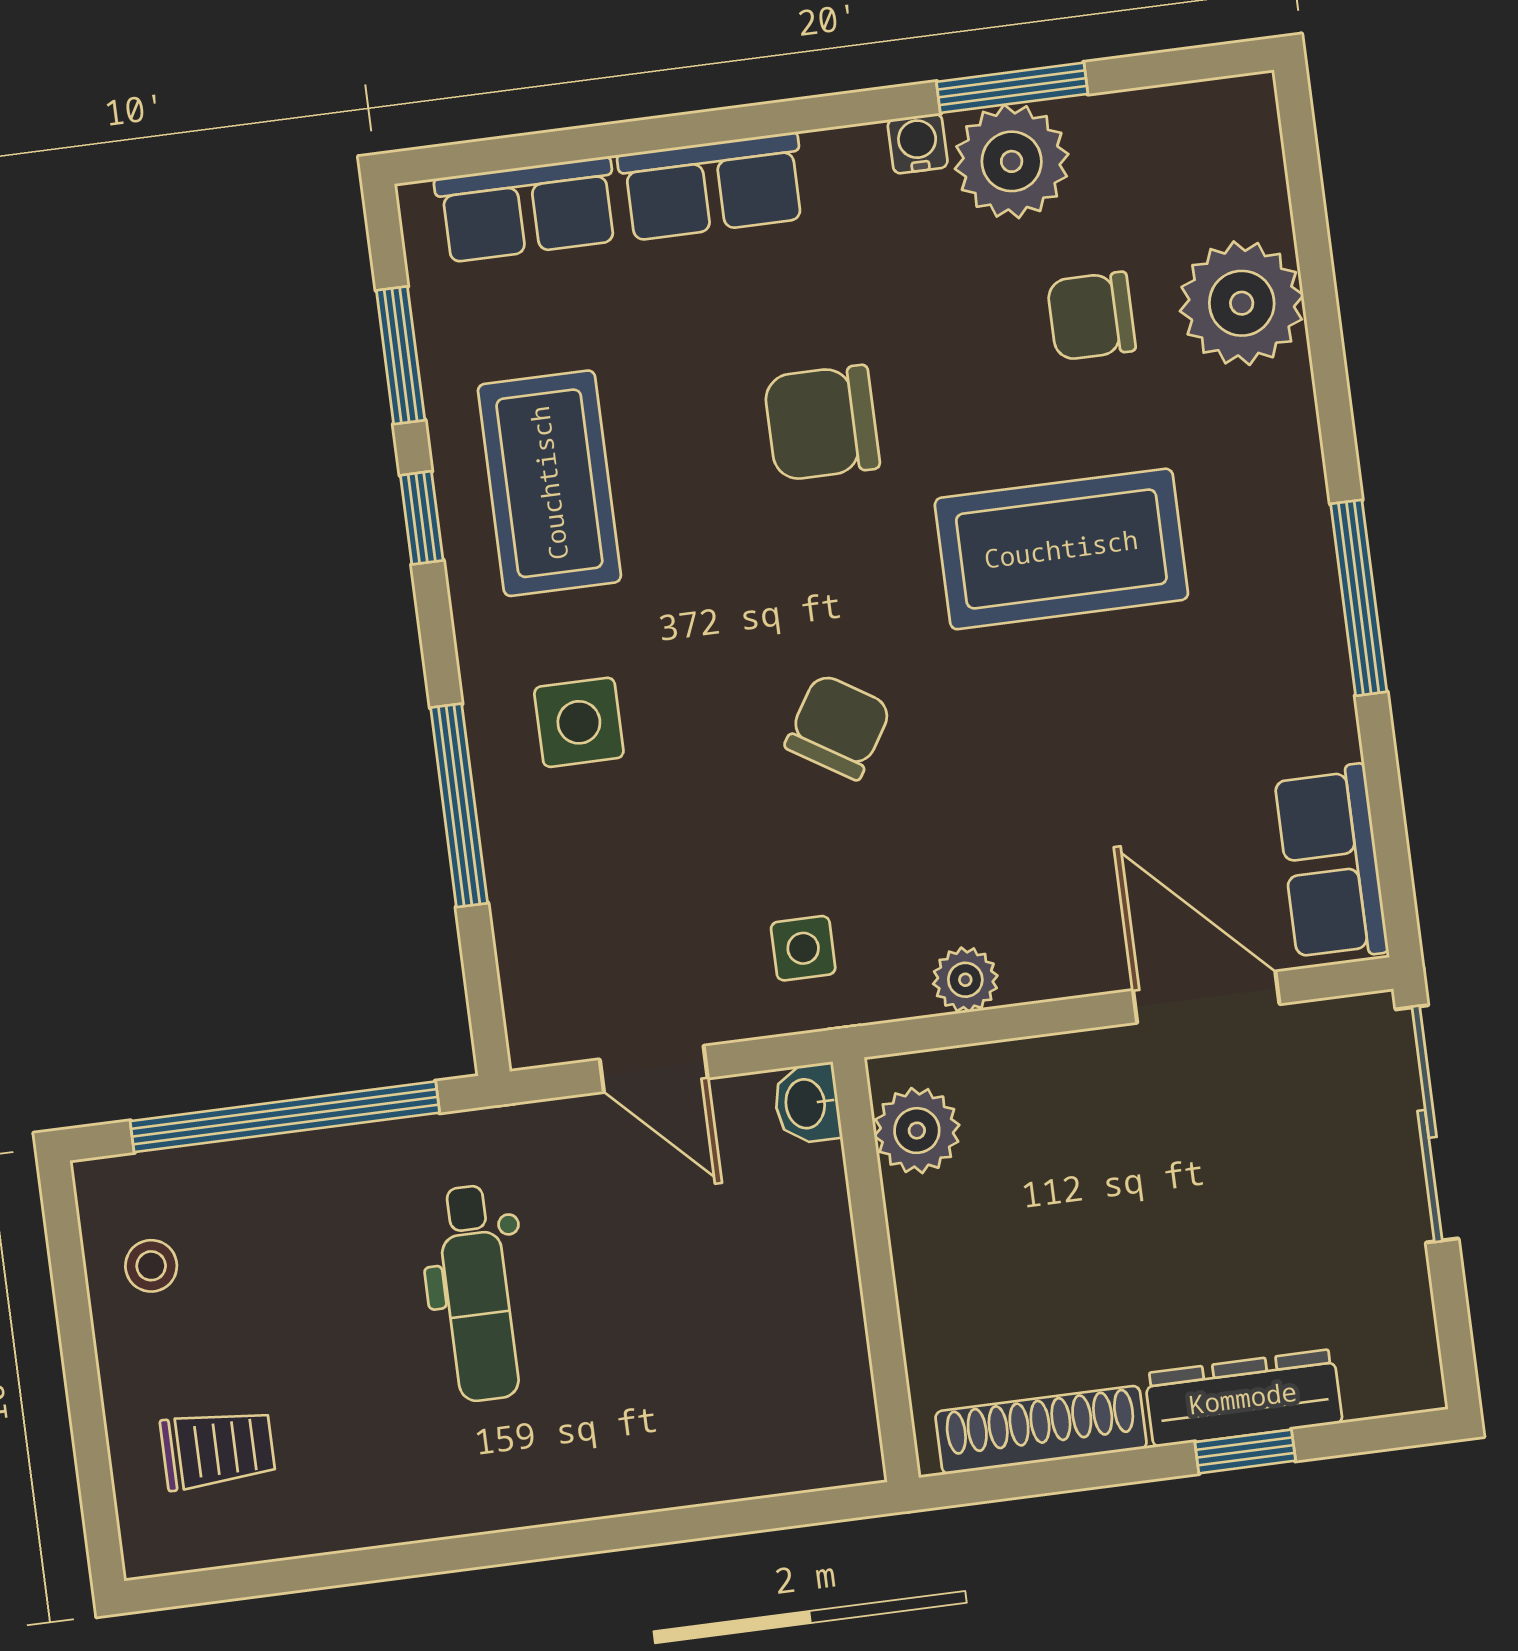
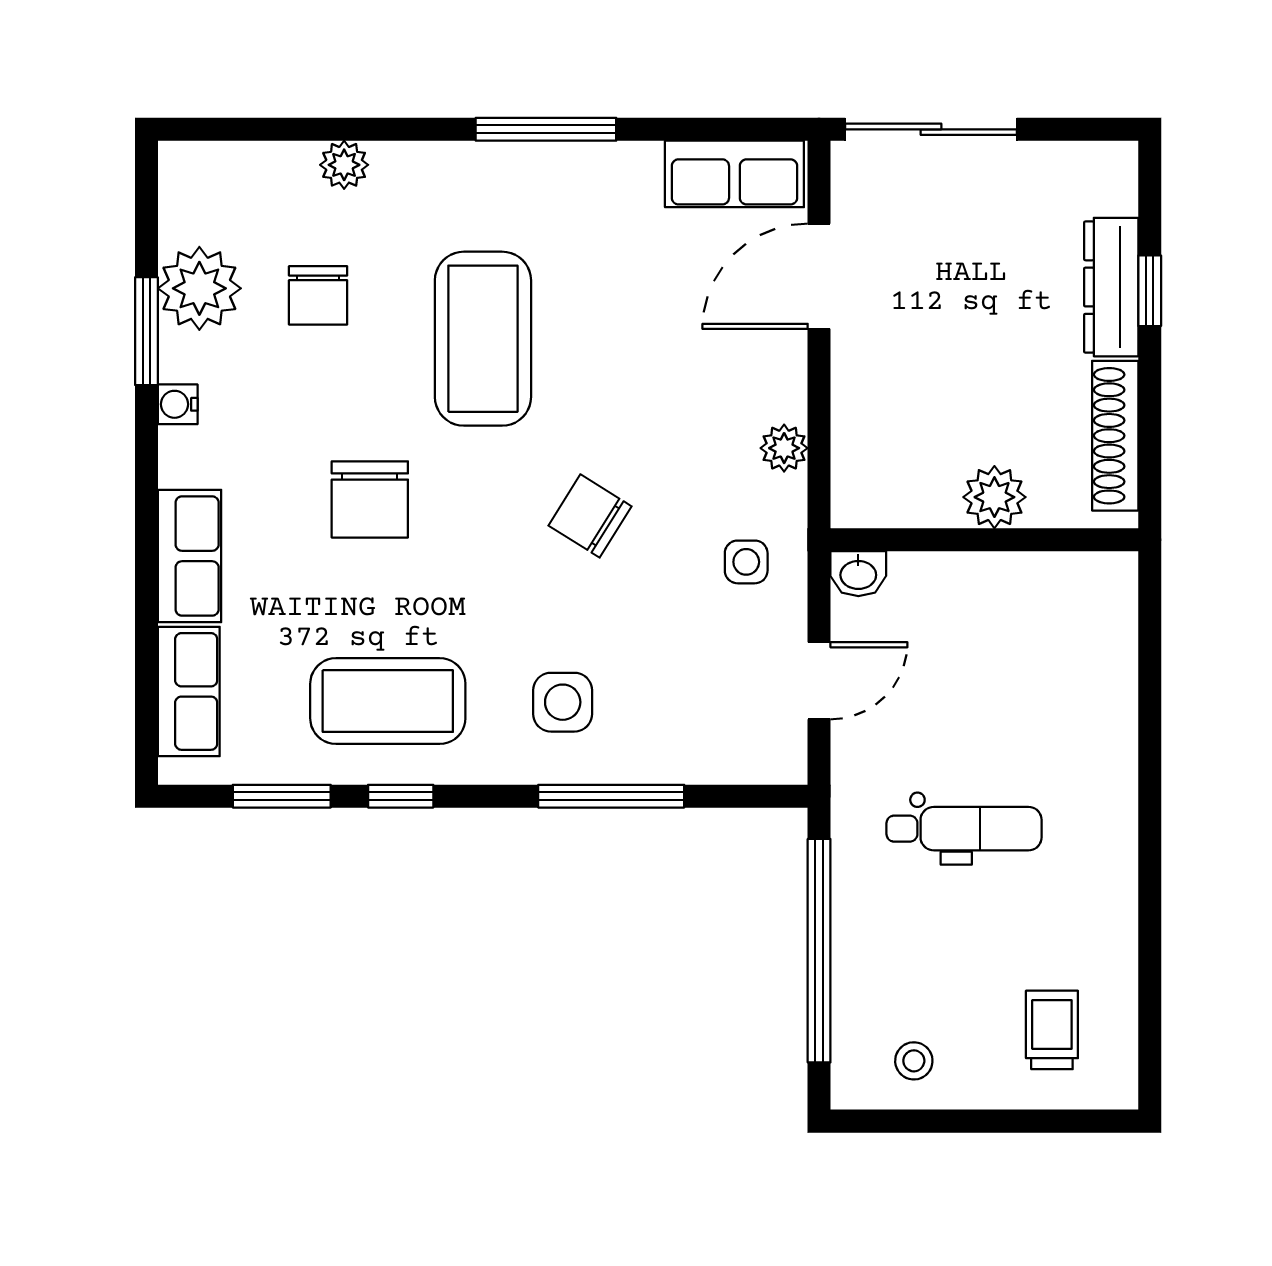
plant: (1012, 161) -> (199, 288), moved
plant: (1242, 303) -> (344, 165), width x0.53, depth x0.53
plant: (917, 1131) -> (994, 497), moved

